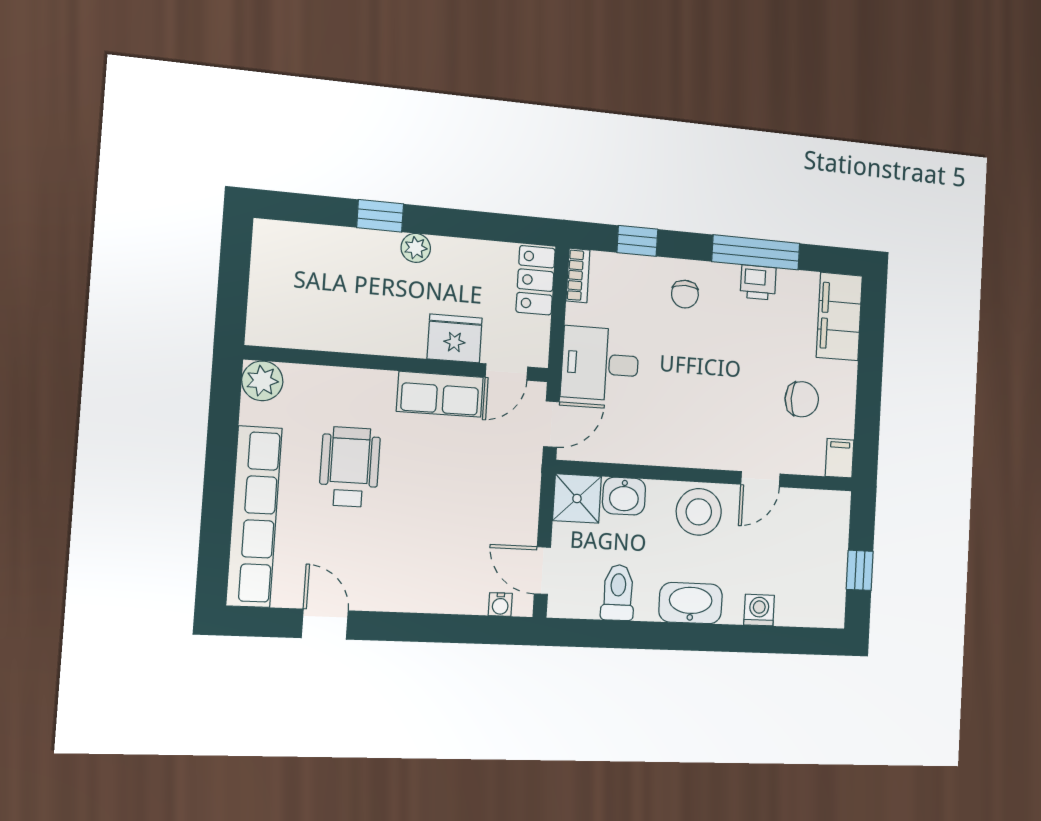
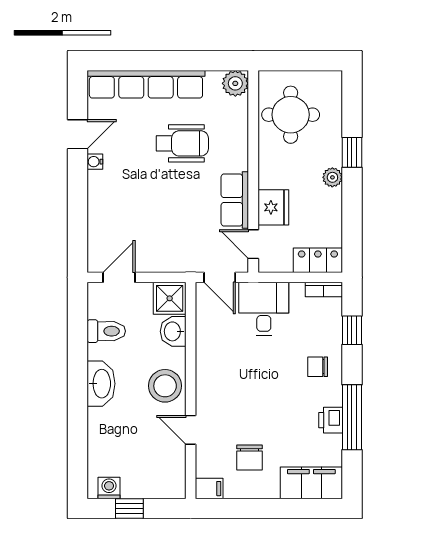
round table: (317, 301) -> (291, 115), added
water cooler: (500, 604) -> (95, 162), moved
washing machine: (759, 610) -> (109, 488), moved, turned -90

